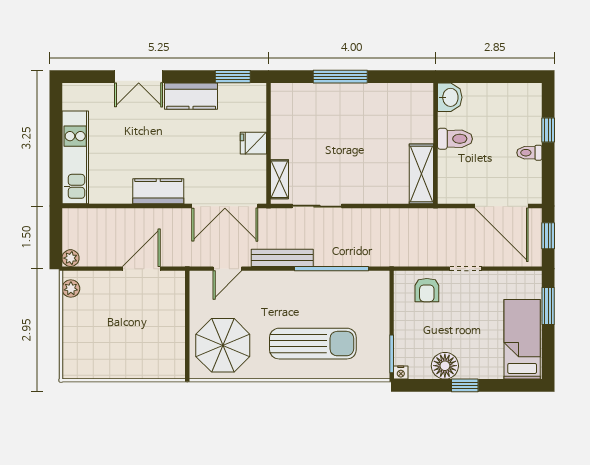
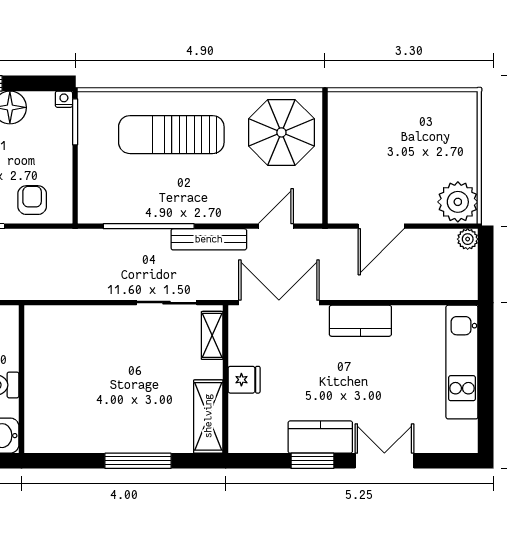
window: (233, 77) -> (312, 461), moved
shelving: (421, 174) -> (208, 416), moved
plant: (71, 289) -> (458, 202), width x1.88, depth x1.88

